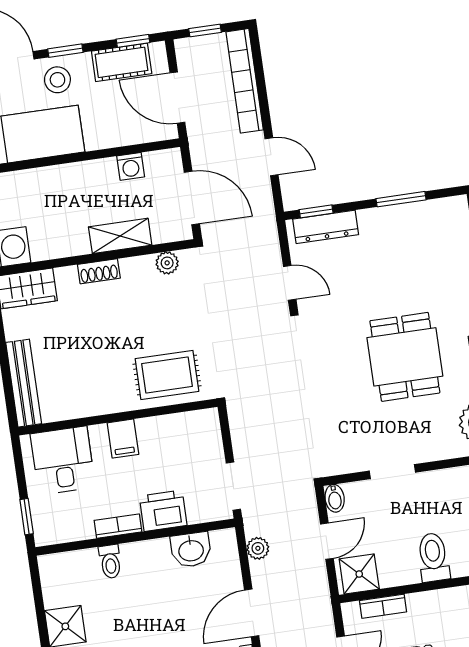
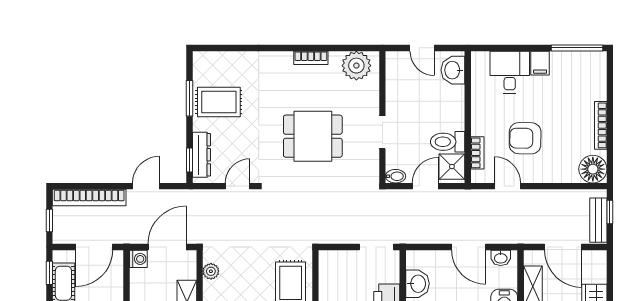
washing machine: (131, 166) -> (138, 259), moved
rug: (402, 240) -> (219, 102), added
dining table: (405, 357) -> (313, 136), moved
door: (327, 541) -> (425, 186), hinge flipped
plant: (258, 548) -> (423, 236), removed
toilet: (433, 557) -> (448, 142), moved

